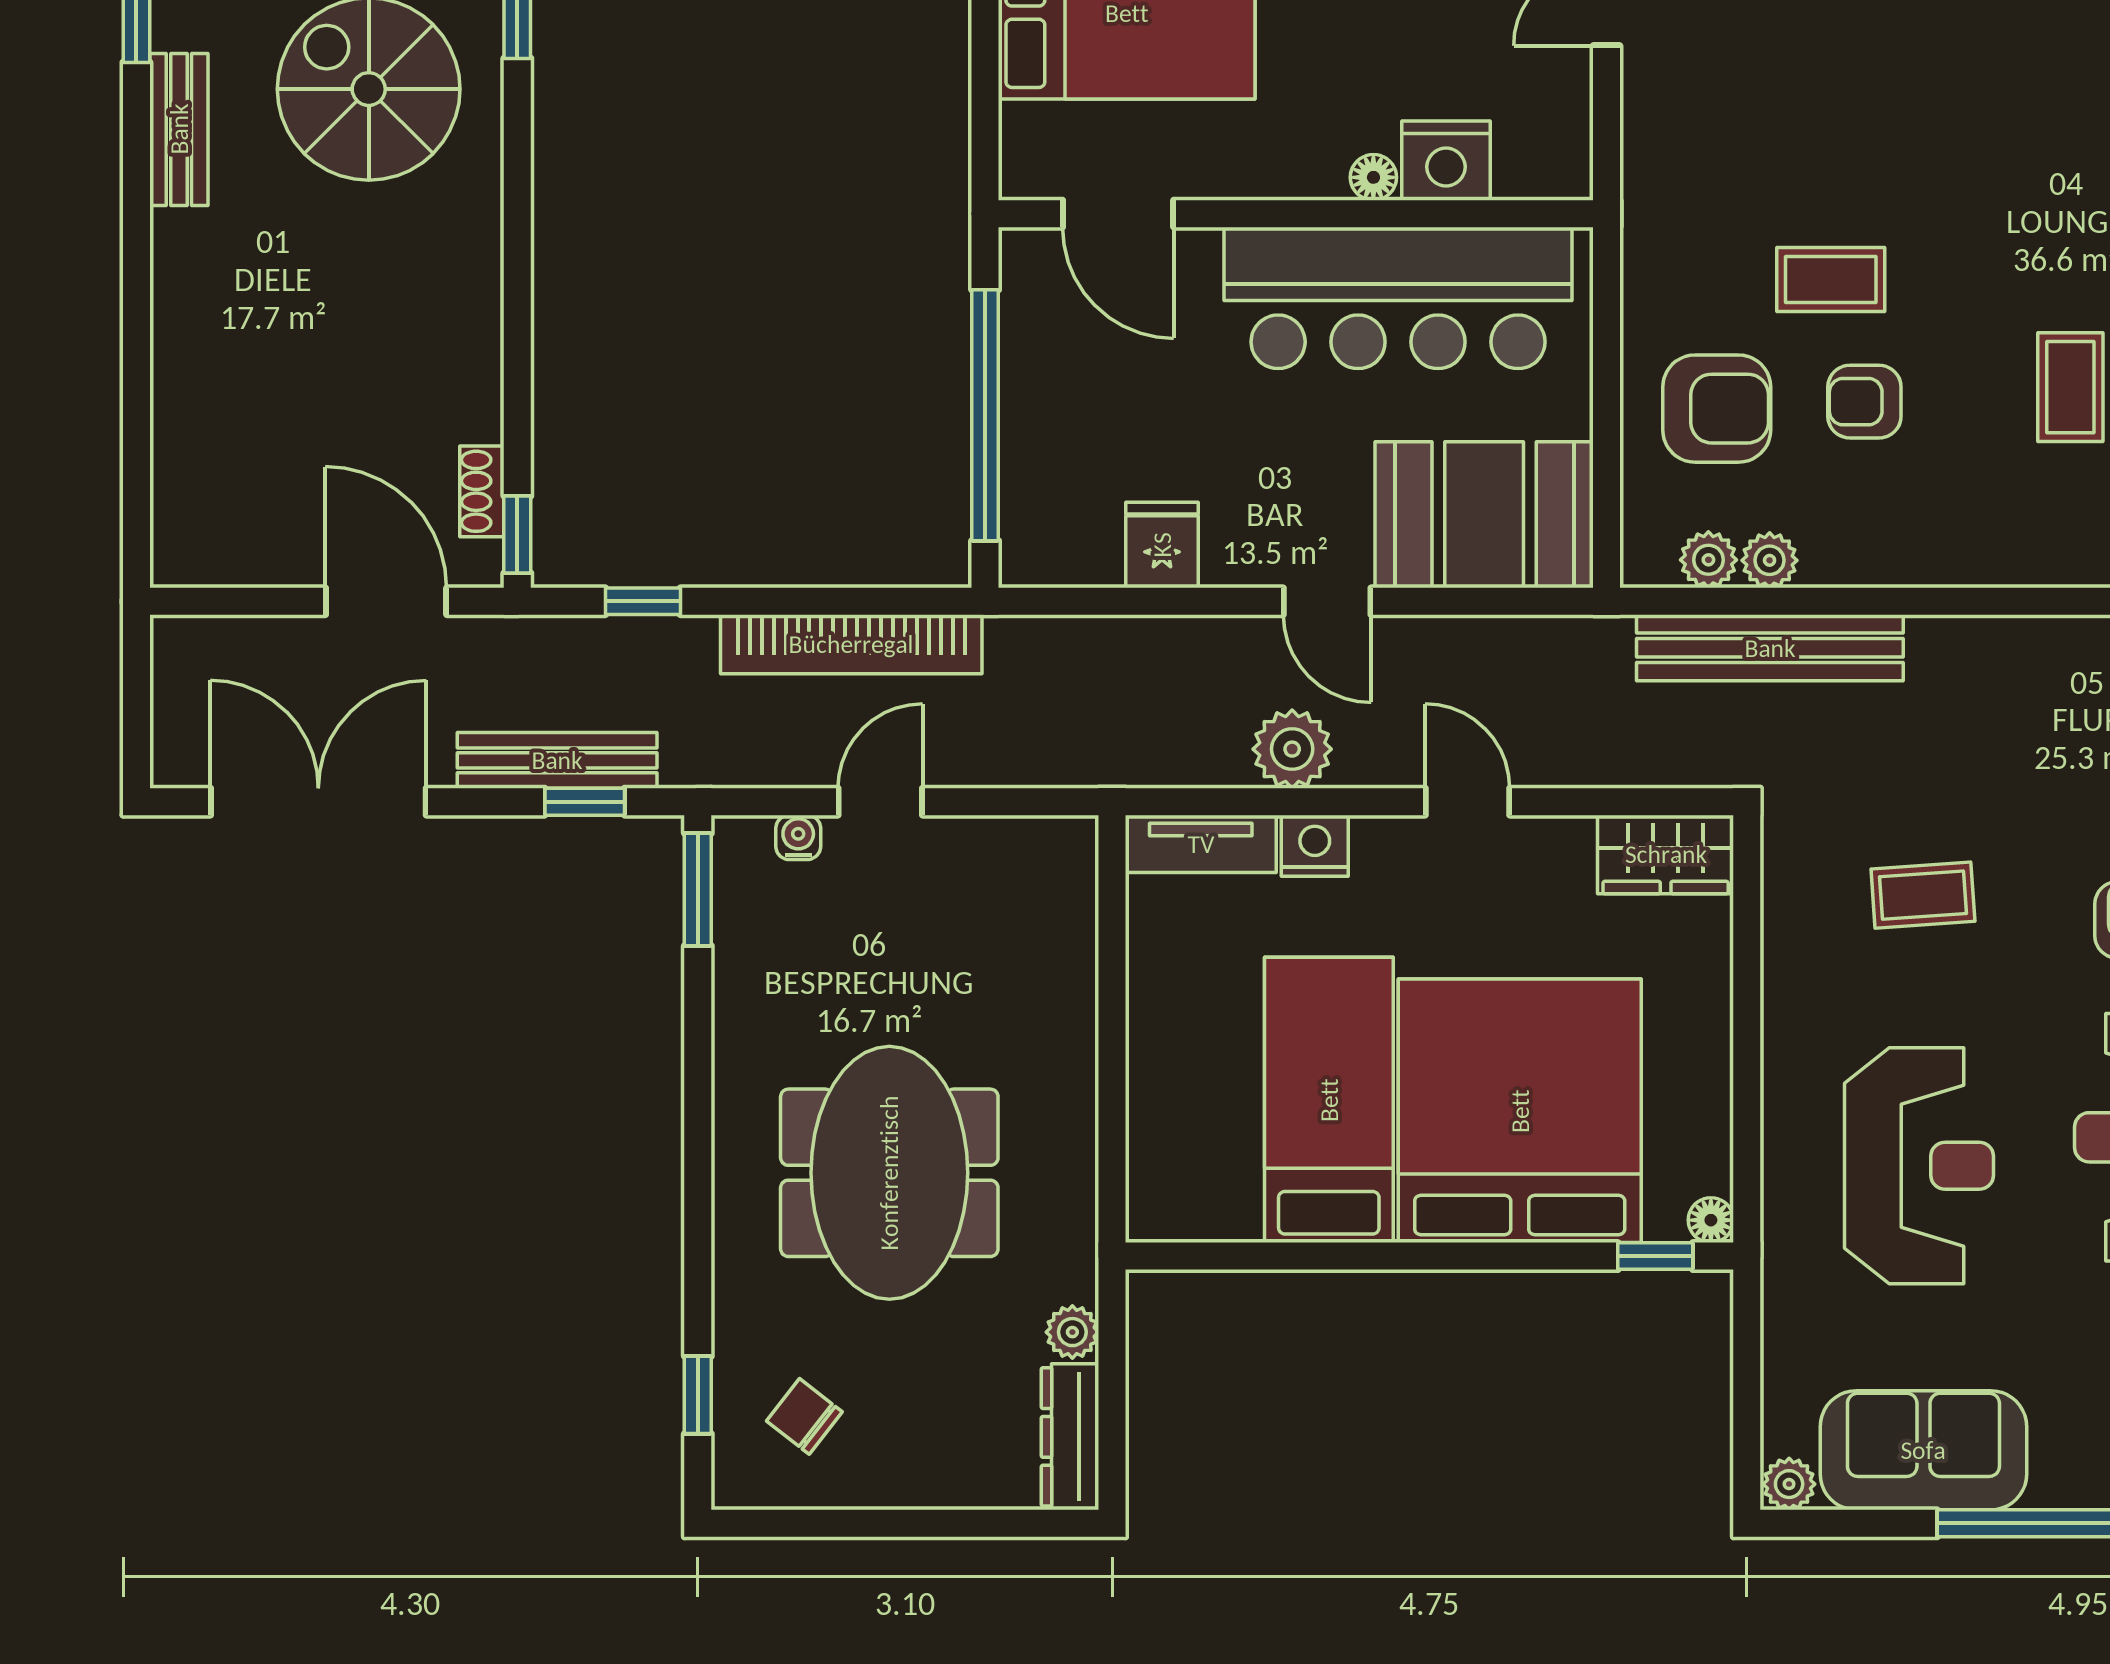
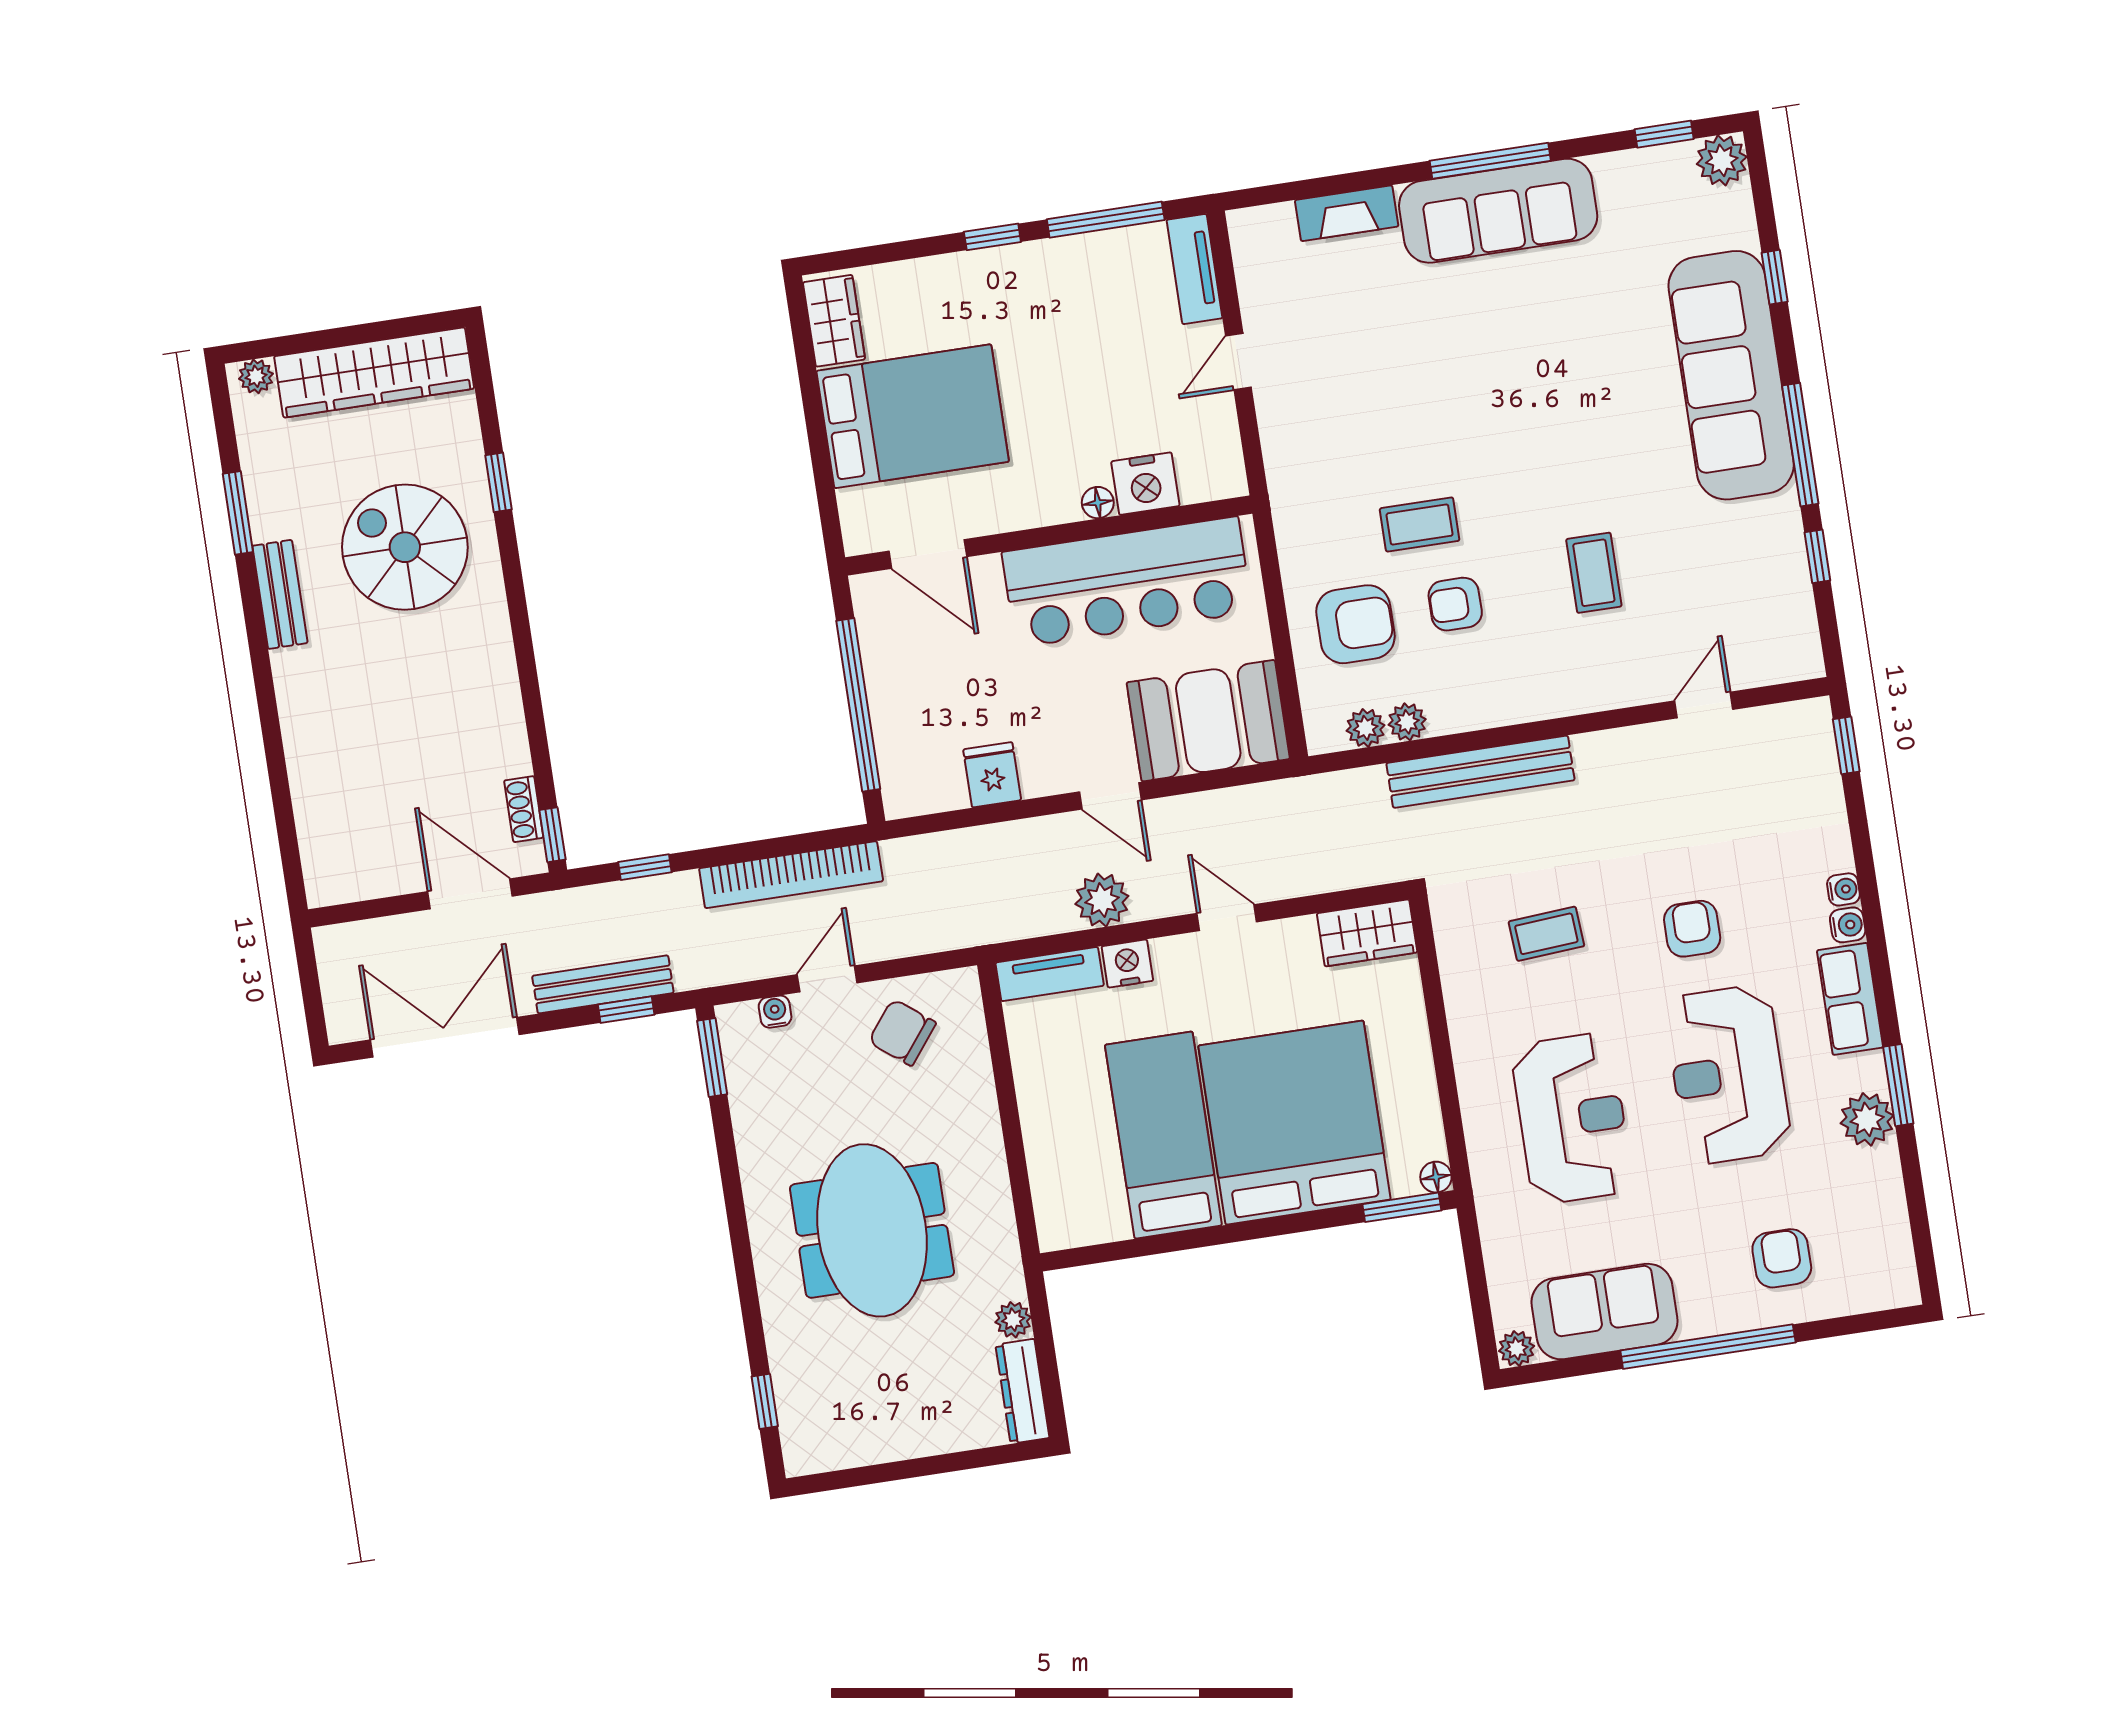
bench: (1770, 648) -> (1480, 772), moved
window: (1655, 1256) -> (1402, 1207), width x1.50
chair: (804, 1416) -> (902, 1032), moved, width x1.37, depth x1.37

